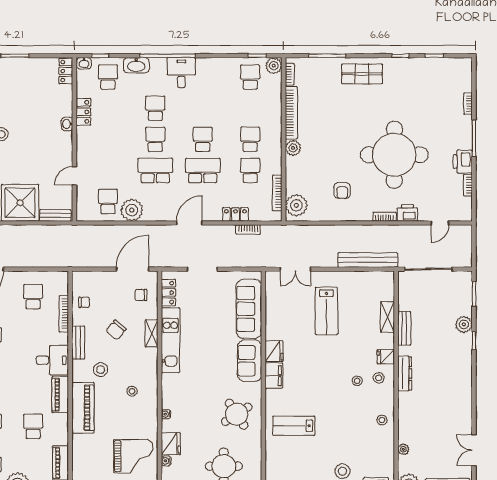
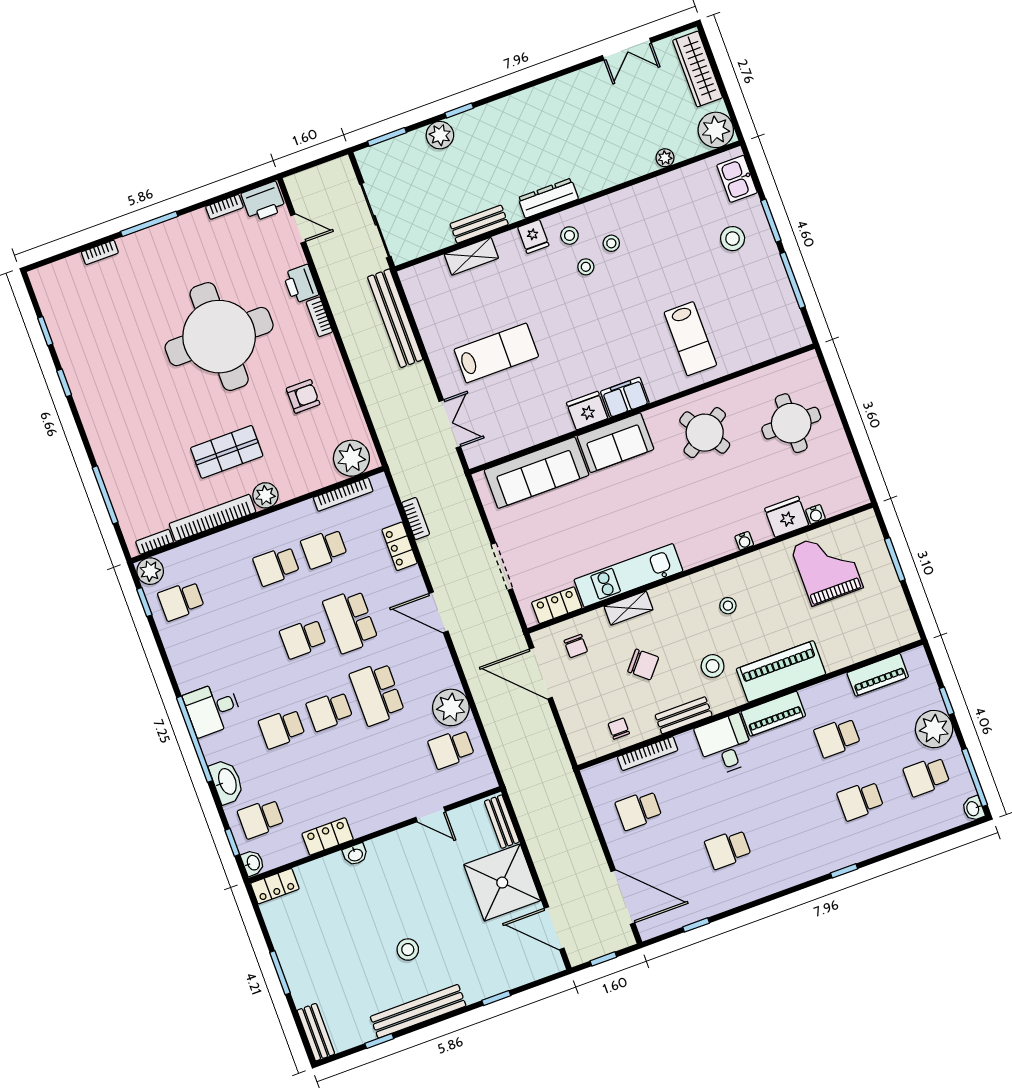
shop shelf: (362, 74) -> (227, 452), moved, turned 90
printer: (463, 162) -> (263, 202), moved
stool: (382, 420) -> (611, 243), moved

